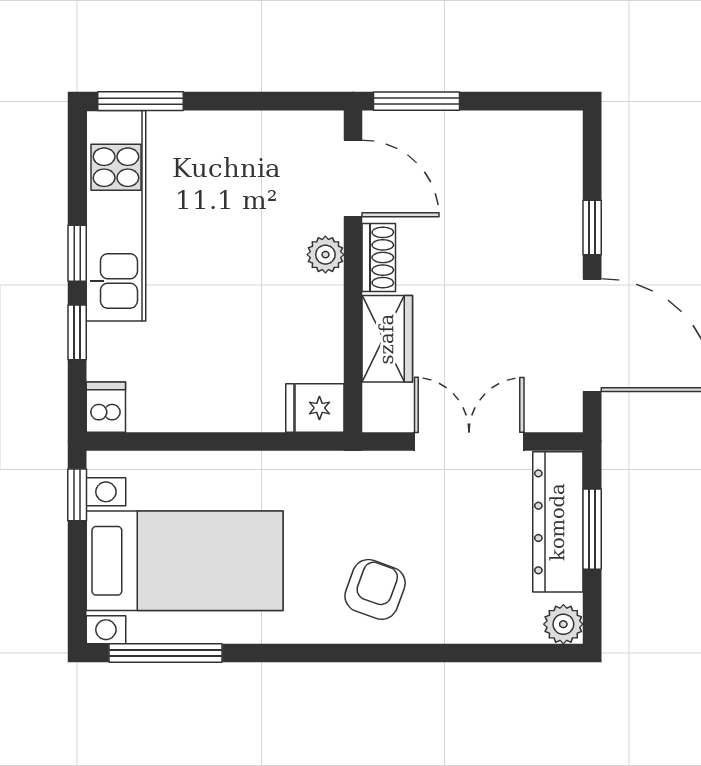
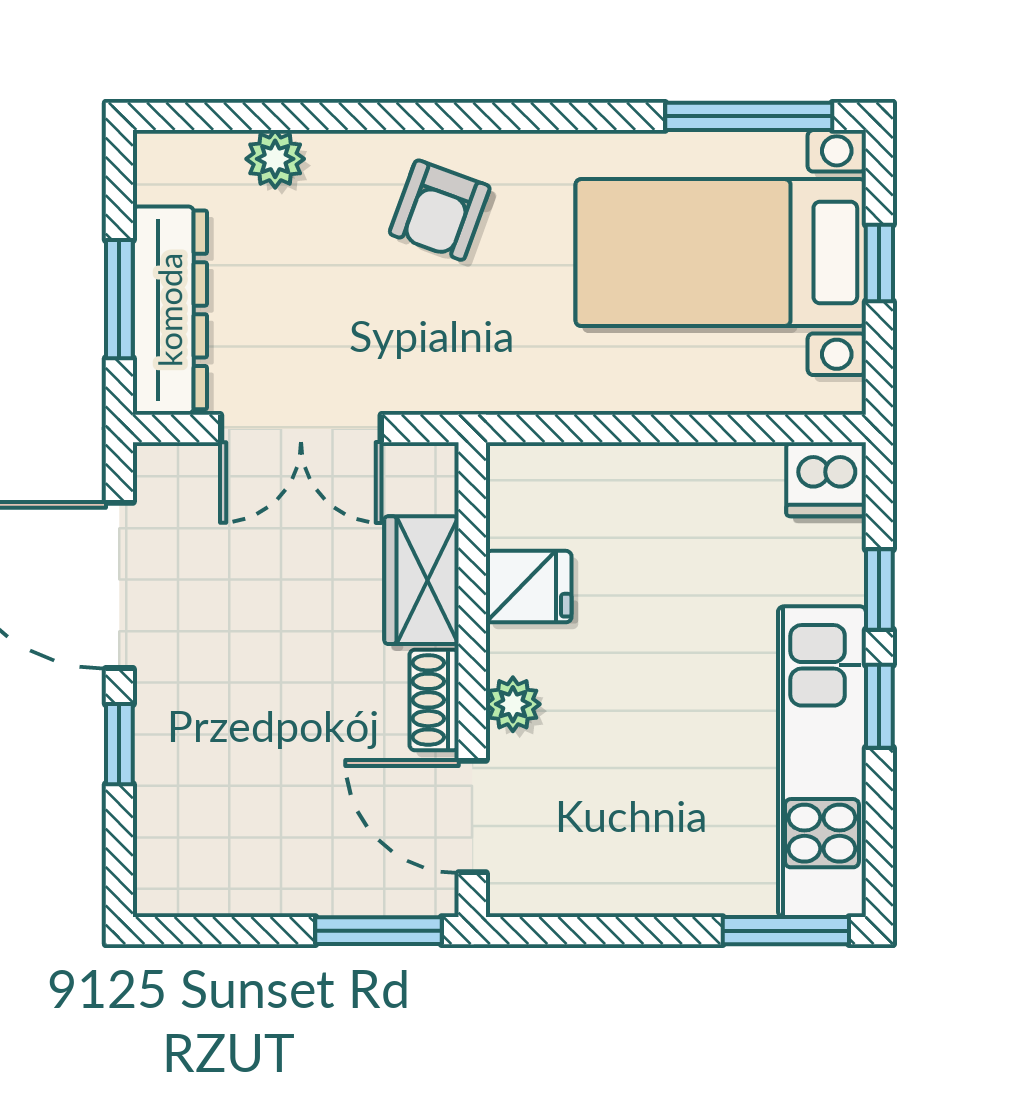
dishwasher: (106, 407) -> (826, 479), width x1.38
fridge: (315, 408) -> (529, 587), moved
window: (77, 495) -> (879, 263), moved
plant: (563, 624) -> (275, 159), moved

